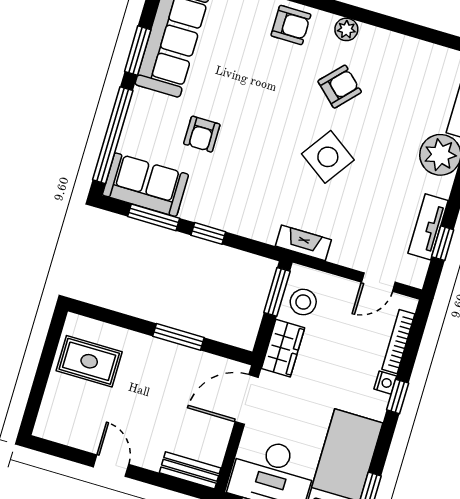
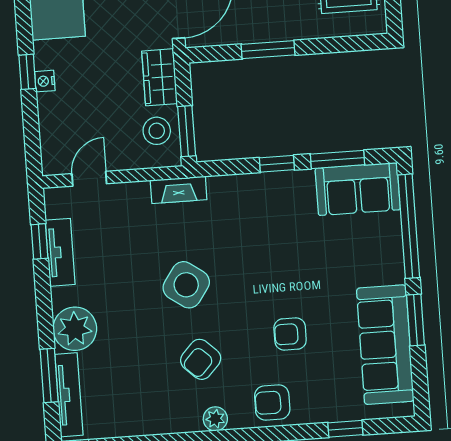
armchair: (202, 134) -> (290, 334), moved, turned -90
bookcase: (398, 342) -> (47, 127), removed

